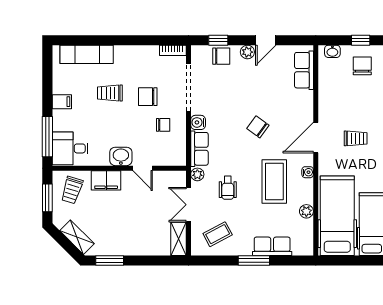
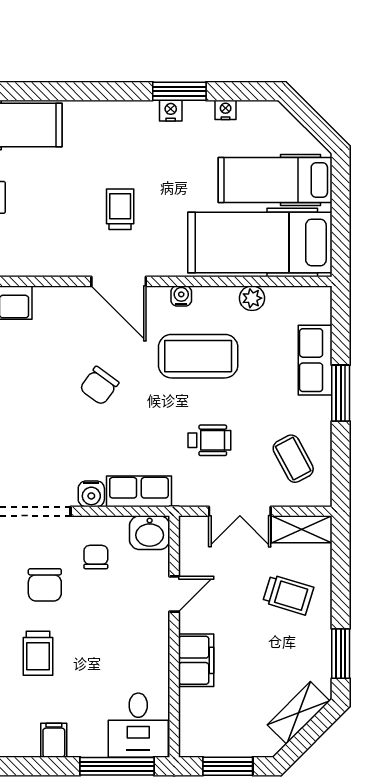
washbasin: (121, 156) -> (150, 533), moved, turned -90
plant: (197, 174) -> (185, 495), removed
trolley: (72, 190) -> (288, 595), moved

